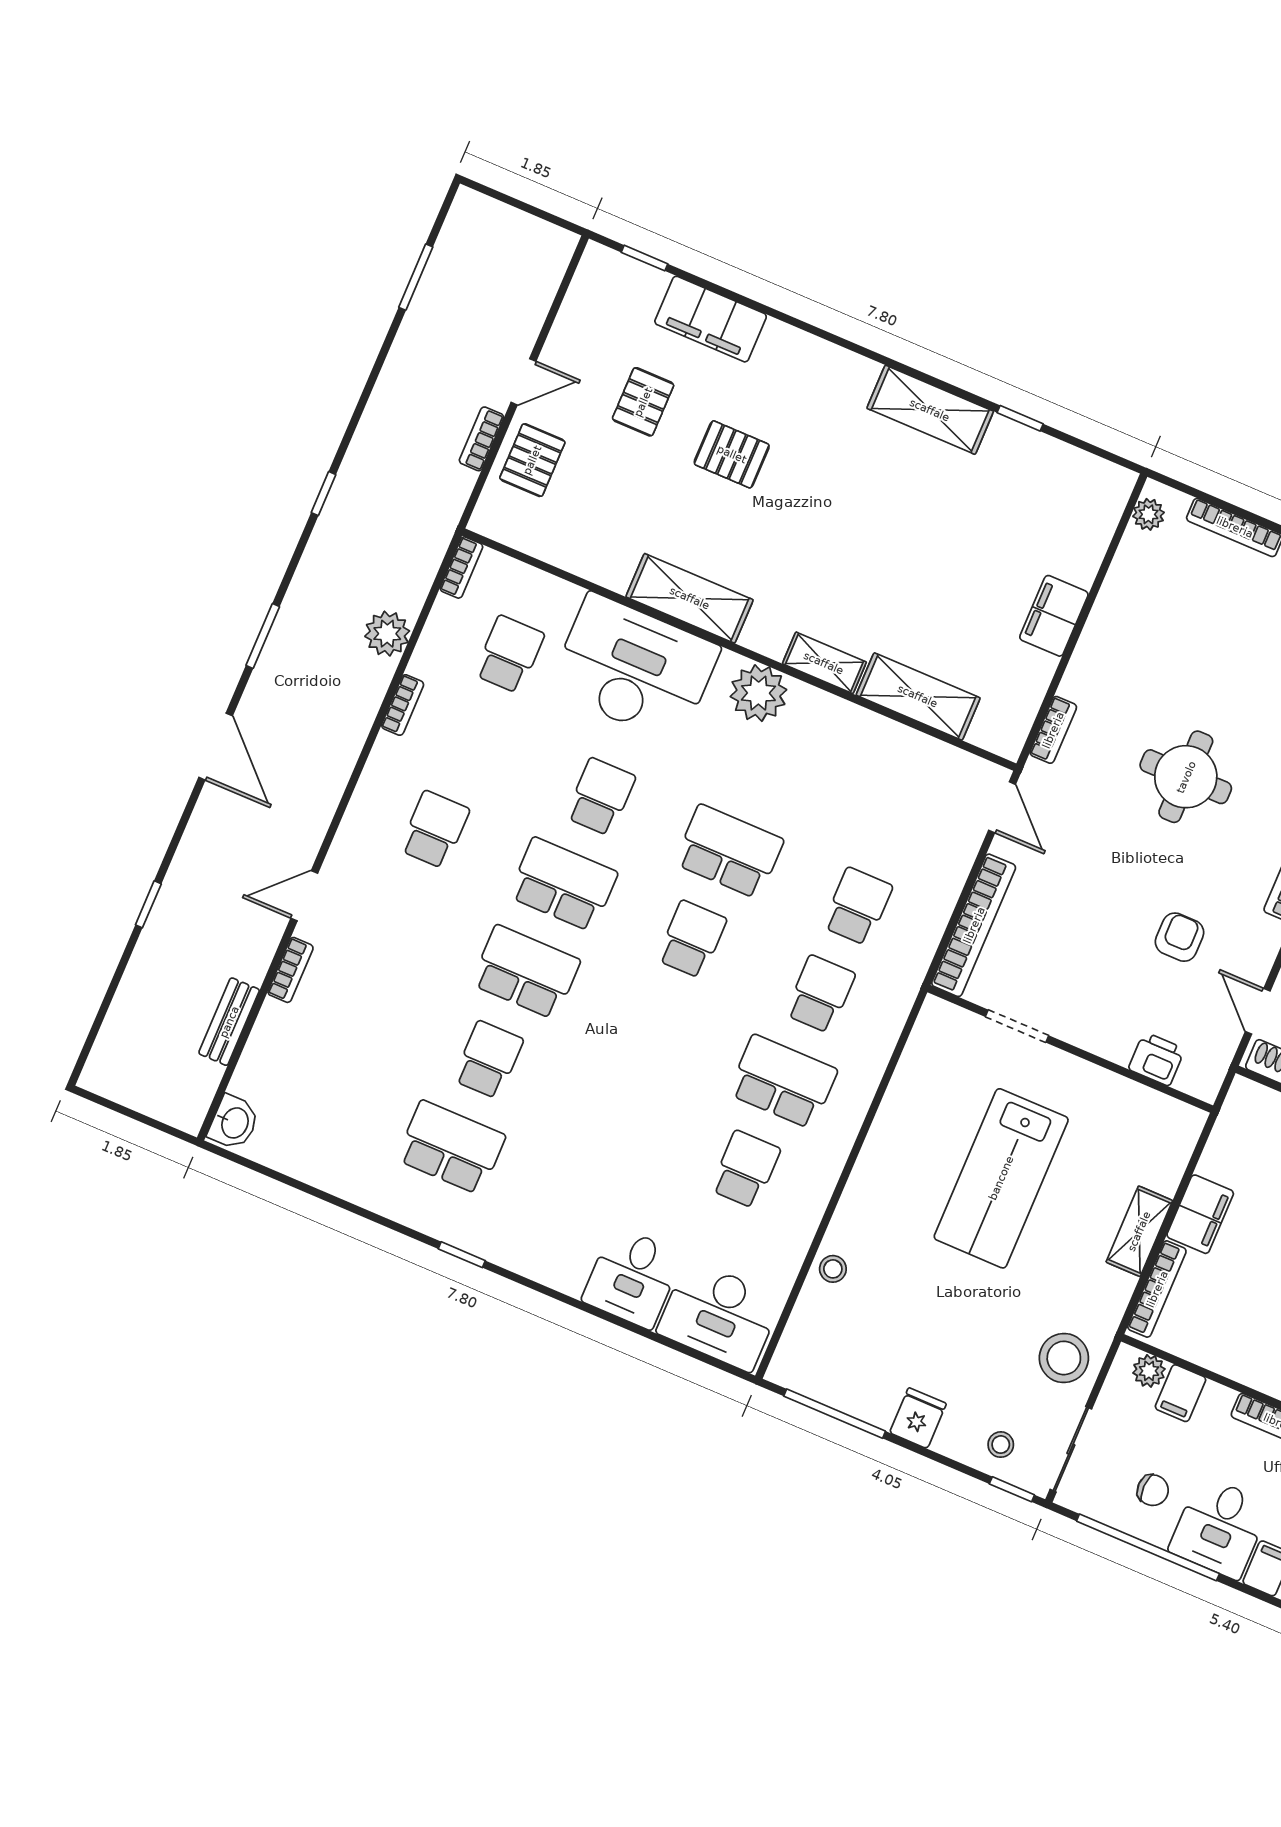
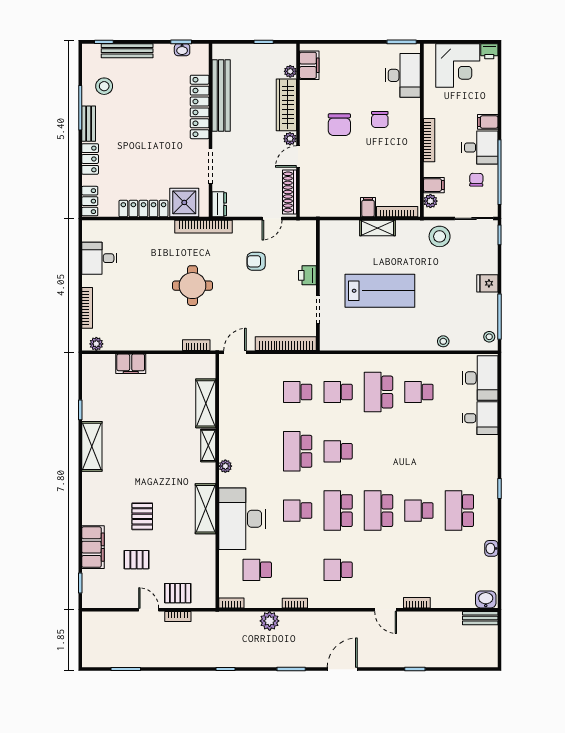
filing cabinet: (1054, 616) -> (131, 364), moved
plant: (758, 693) -> (225, 466), width x0.53, depth x0.53
bench: (229, 1022) -> (480, 618), moved
printer: (1157, 1059) -> (307, 275), moved
washbasin: (339, 1182) -> (491, 548), added
filing cabinet: (1200, 1214) -> (368, 207), width x0.50
stool: (1001, 1445) -> (489, 337), moved

